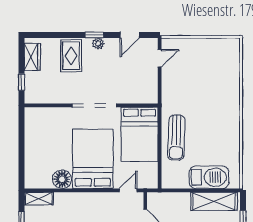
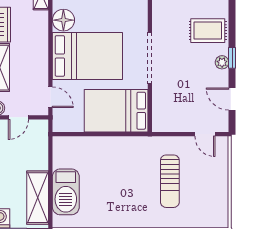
sun lounger: (176, 138) -> (170, 181), moved, turned -92

